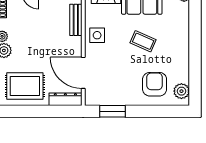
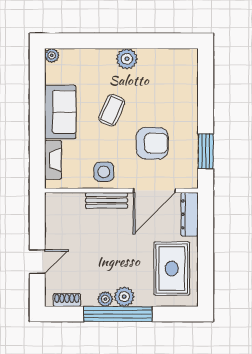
bench: (76, 20) -> (107, 200), moved
armchair: (155, 84) -> (152, 143), moved, turned 180
plant: (181, 91) -> (127, 59), moved

